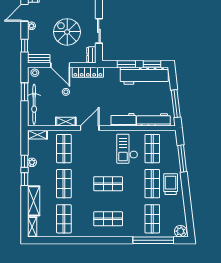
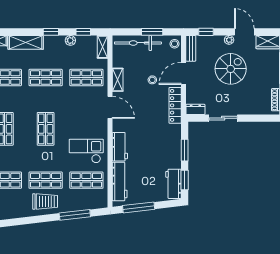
spiral stairs: (67, 32) -> (231, 69), moved
workbench: (144, 76) -> (173, 184), width x0.53, depth x0.76
window: (25, 161) -> (83, 32), moved

